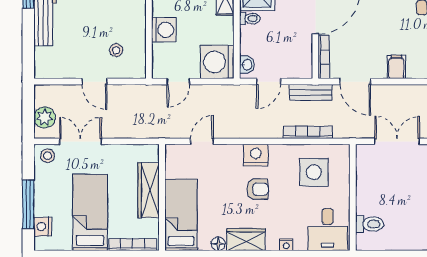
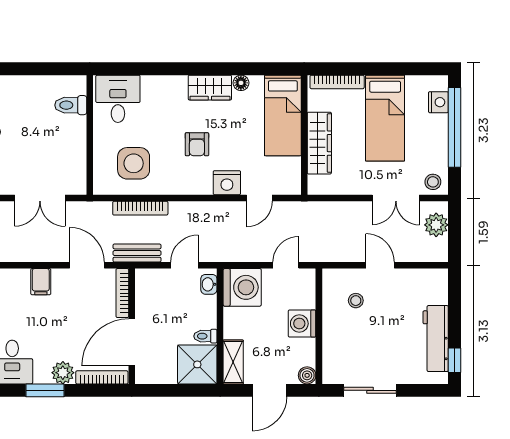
nightstand: (256, 155) -> (227, 183), moved
armchair: (257, 189) -> (197, 144), turned -90
window: (28, 204) -> (454, 127), width x1.46
nightstand: (286, 245) -> (165, 82), removed

